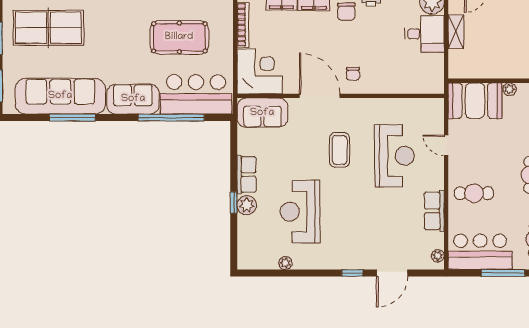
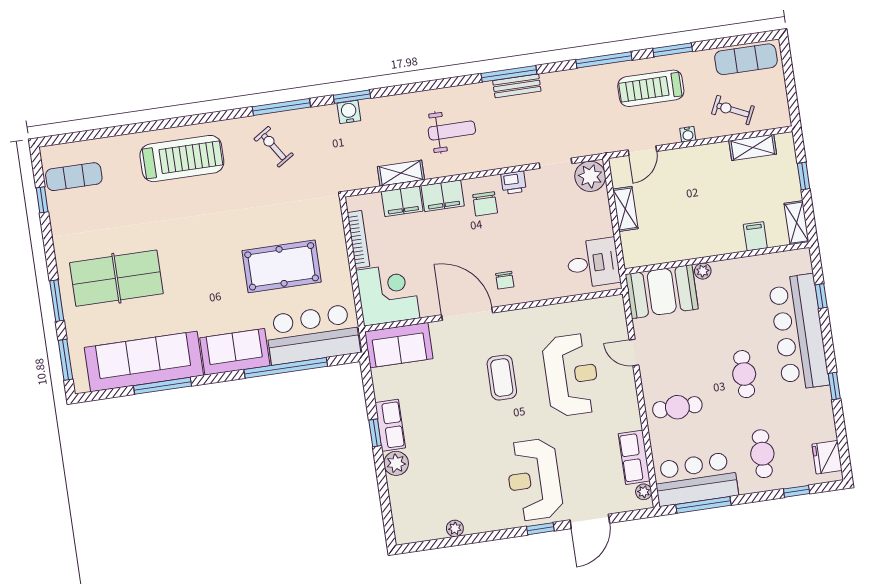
desk: (424, 34) -> (593, 263), moved
window: (234, 202) -> (375, 433), moved
row of seats: (434, 211) -> (634, 457), moved
reception desk: (300, 212) -> (534, 480), moved
window: (503, 273) -> (703, 505), moved

